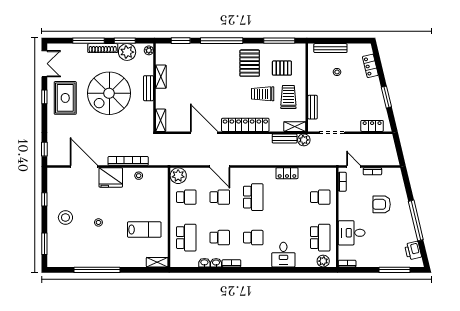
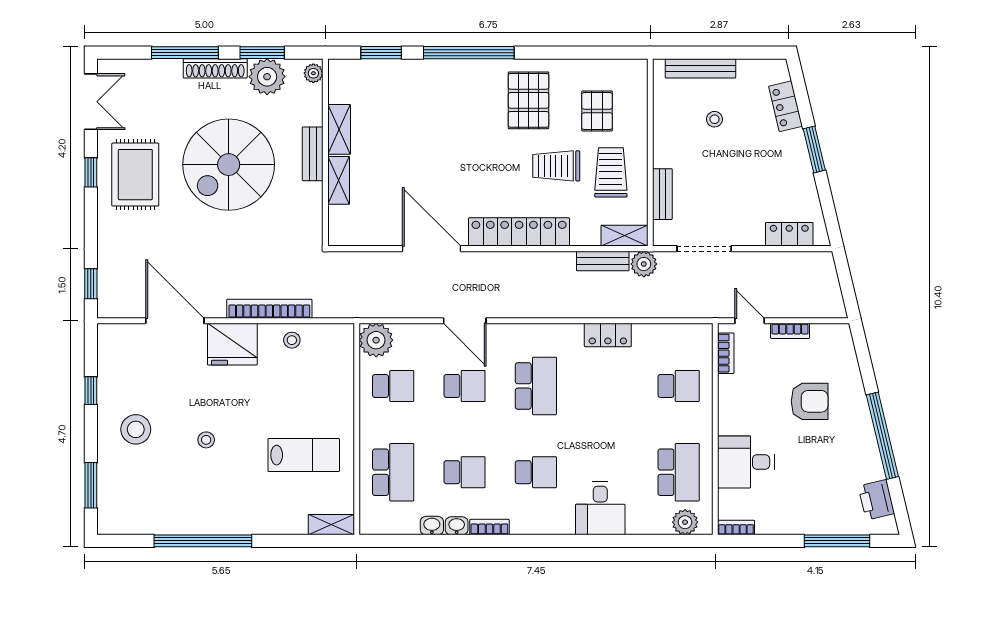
window: (279, 41) -> (591, 53), removed
pallet: (282, 68) -> (597, 111), turned 90
window: (386, 97) -> (814, 149), moved
shelving: (161, 120) -> (339, 180), moved
armchair: (382, 204) -> (810, 401), turned 180

